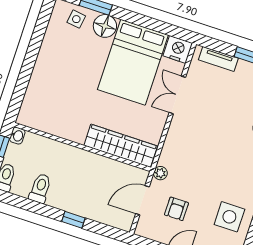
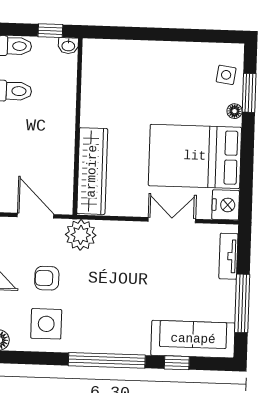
floor lamp: (105, 26) -> (235, 111), width x0.53, depth x0.53
plant: (160, 173) -> (81, 235), width x1.87, depth x1.87
armchair: (176, 209) -> (47, 278), moved

